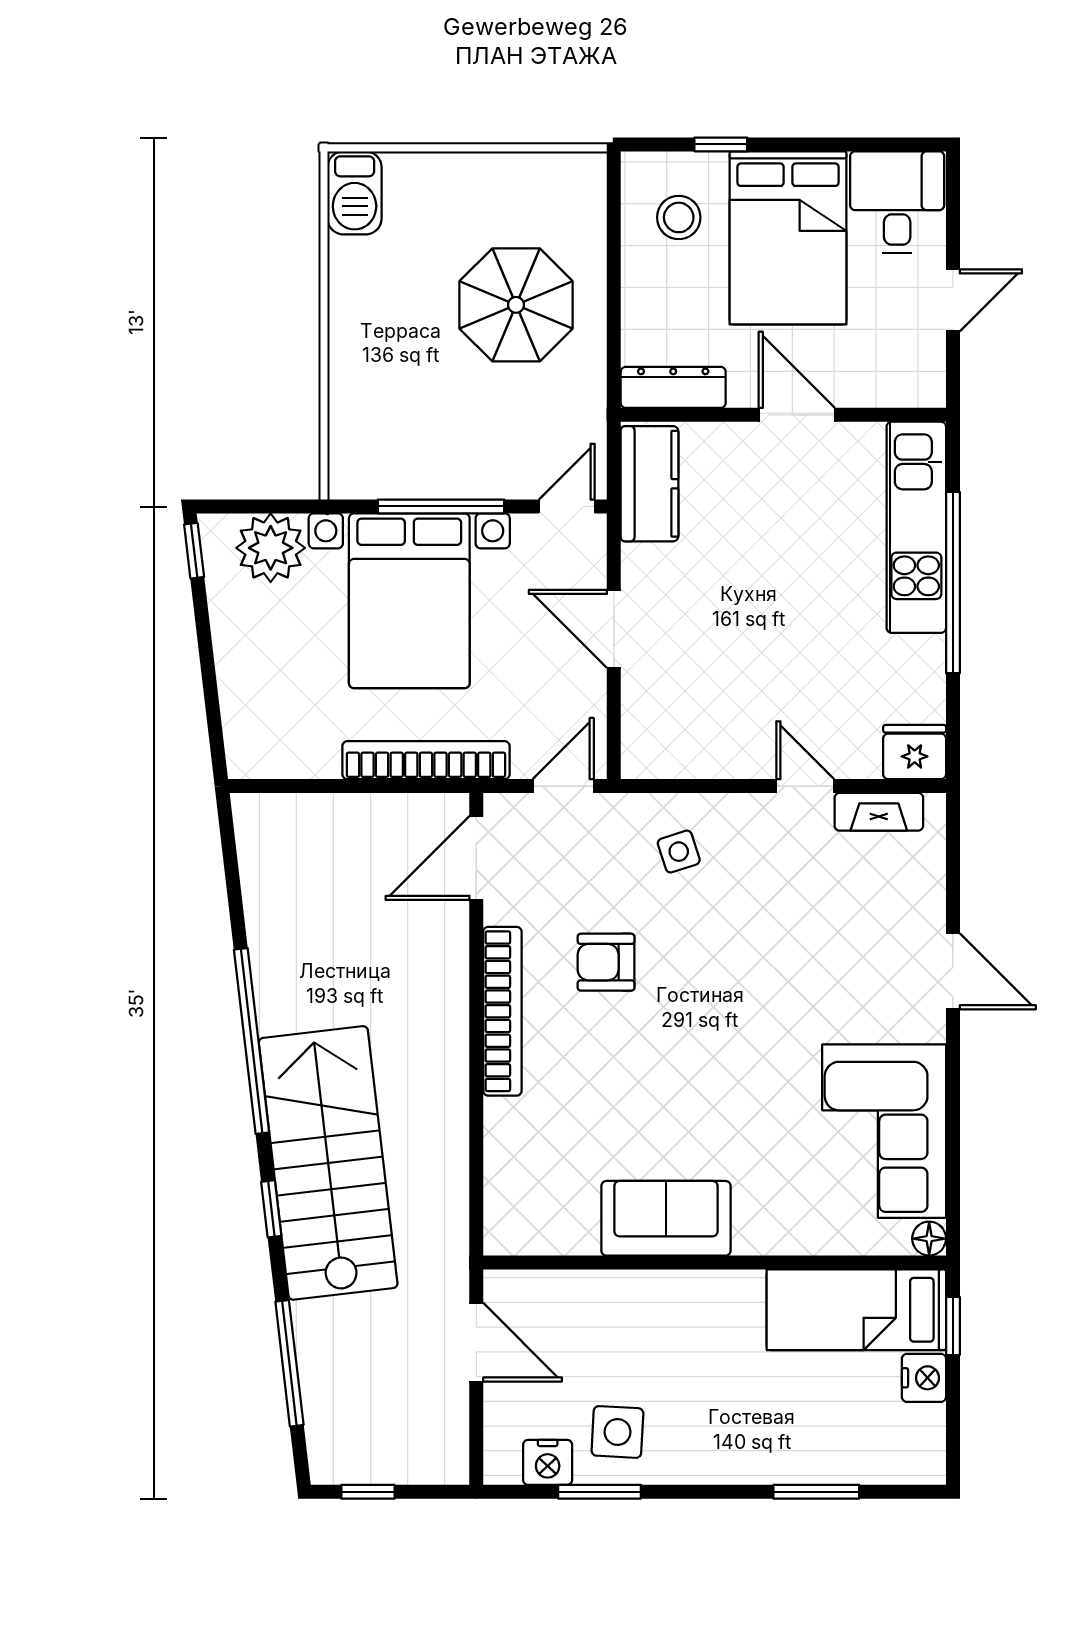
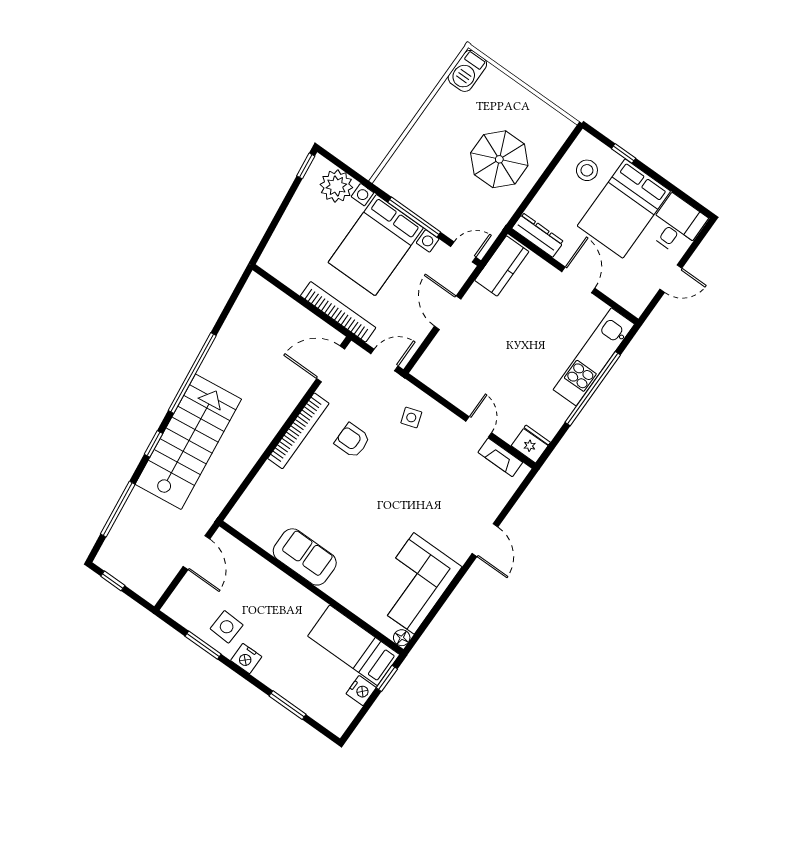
nightstand: (548, 1462) -> (246, 659), moved

